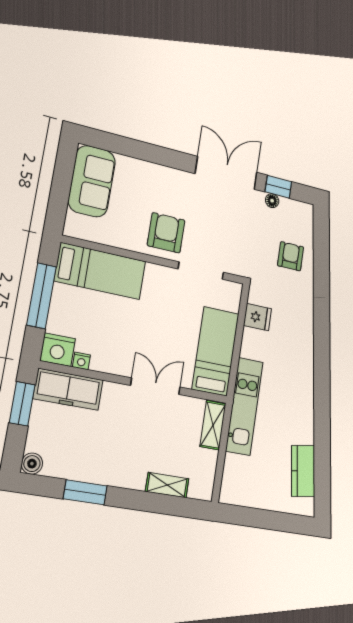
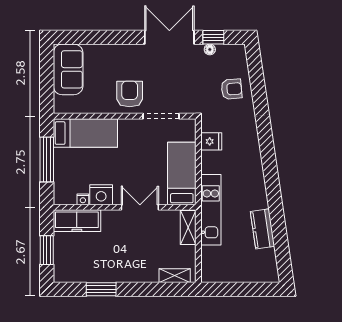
armchair: (291, 256) -> (231, 89), turned 85
nightstand: (58, 350) -> (101, 195), moved
window: (22, 404) -> (47, 250), moved
boiler: (32, 464) -> (61, 275), removed
kitchen counter: (303, 471) -> (263, 229), moved
shelving: (167, 485) -> (175, 276), moved

